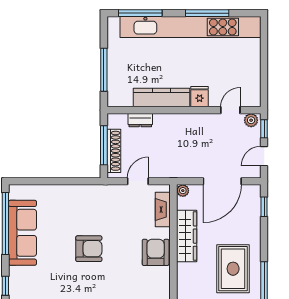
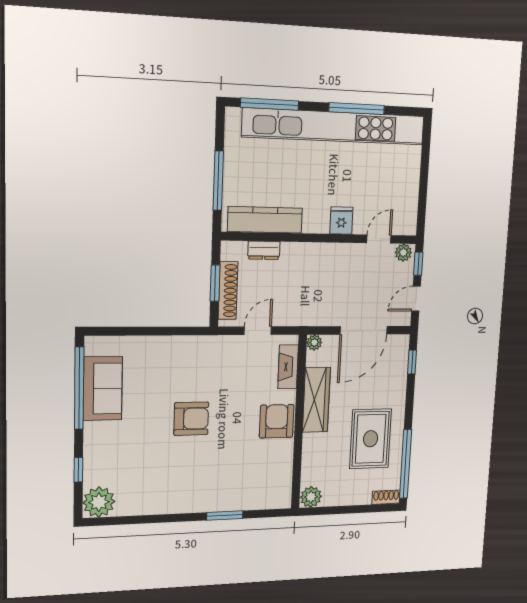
kitchen counter: (161, 97) -> (265, 220), moved
window: (104, 145) -> (215, 283), width x0.69
sofa: (22, 233) -> (103, 389), width x0.73

